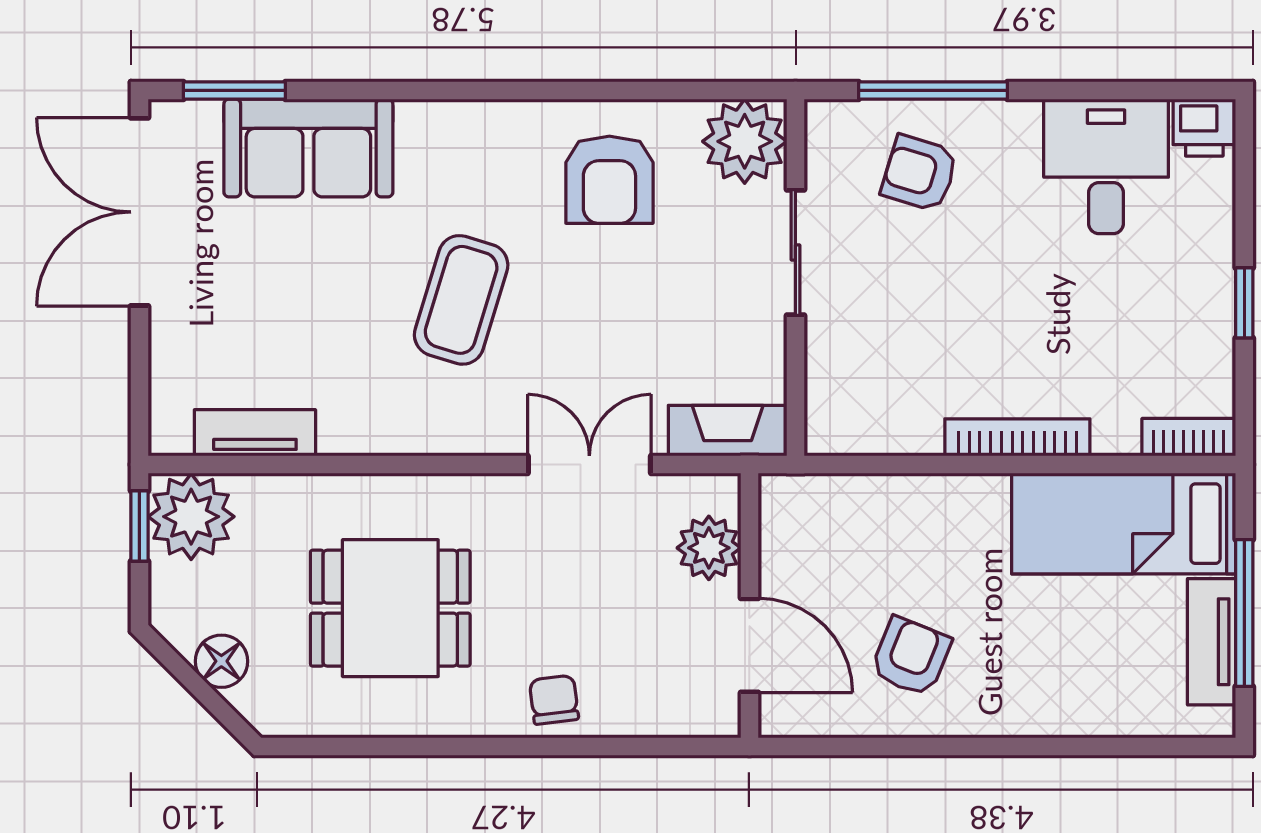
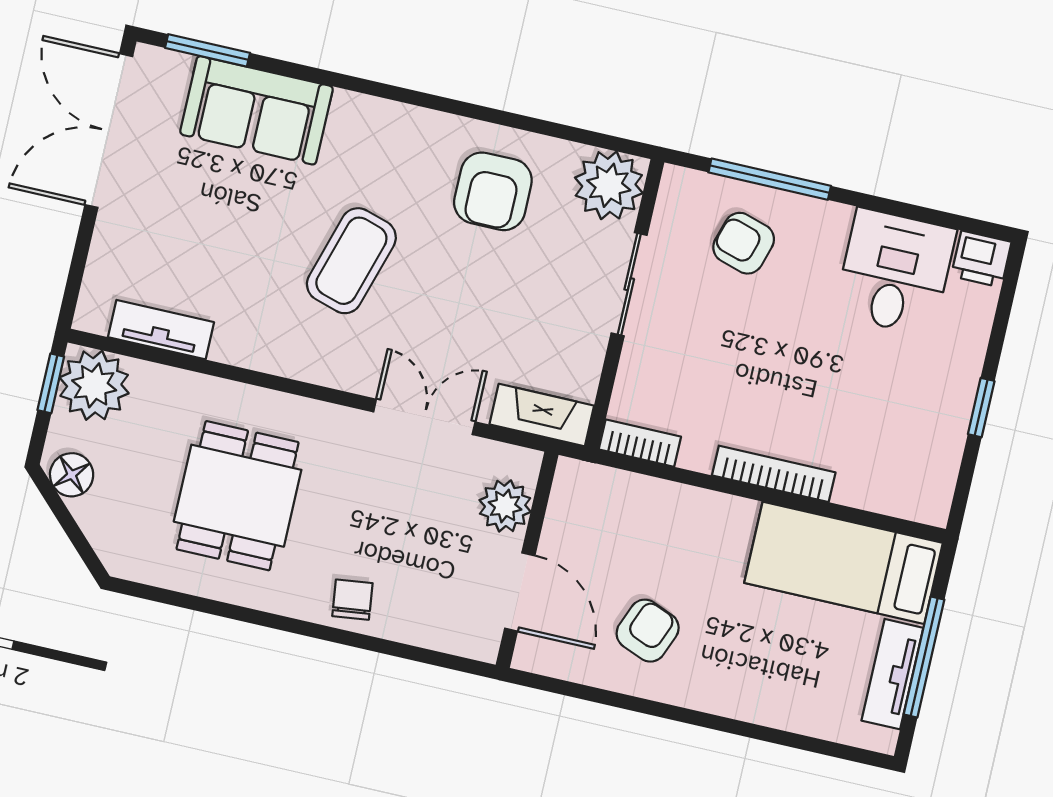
bookcase: (1189, 437) -> (640, 443), moved
dining table: (390, 608) -> (238, 496), turned 90
floor lamp: (221, 661) -> (72, 475), moved

